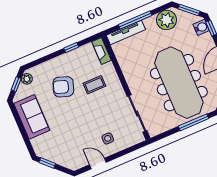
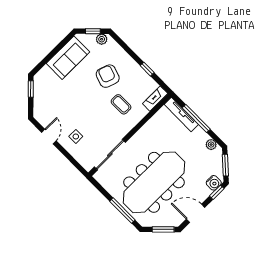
plant: (167, 20) -> (211, 145), width x0.53, depth x0.53

